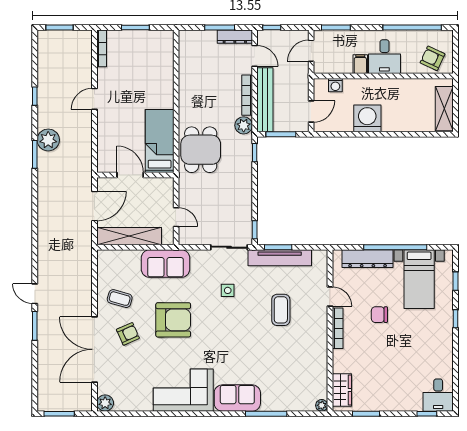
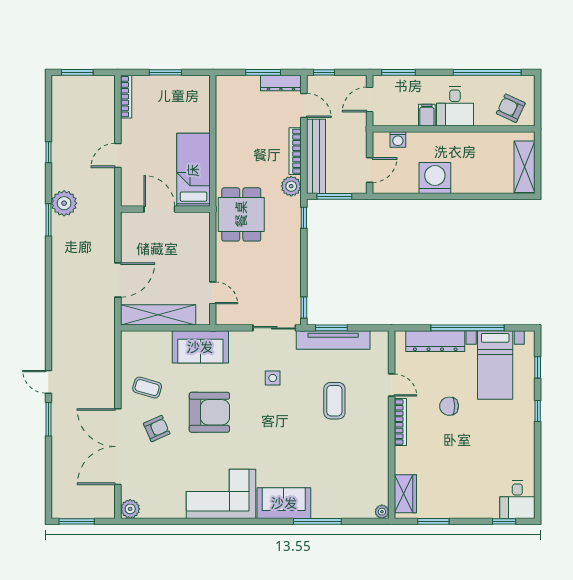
bed: (160, 141) -> (193, 170), moved
door: (130, 175) -> (159, 209), moved
wall: (135, 175) -> (165, 209), moved

